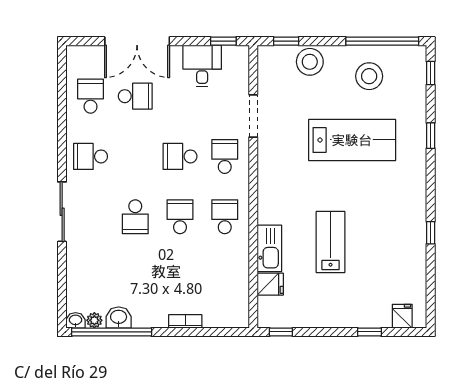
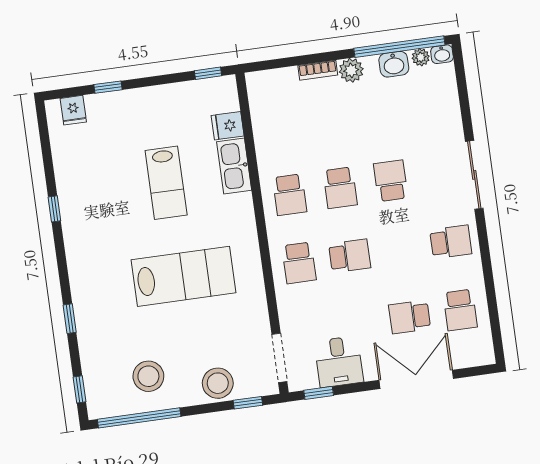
doorway: (253, 116) -> (279, 358), moved
lab bench: (352, 140) -> (184, 276), moved, turned 180
plant: (156, 317) -> (351, 70), added

